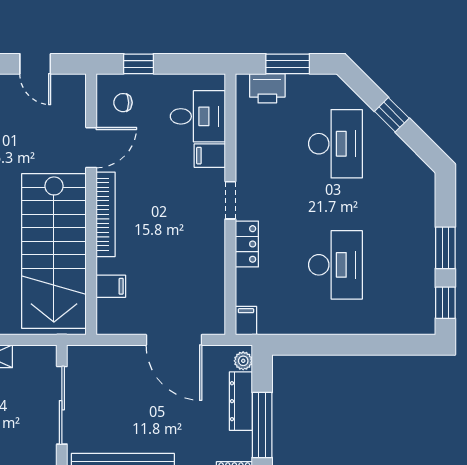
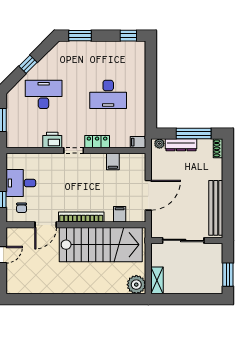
printer: (267, 88) -> (52, 140), moved, turned -90
desk: (198, 116) -> (21, 183), moved, turned -90
door: (91, 148) -> (46, 225), swing flipped
filing cabinet: (210, 156) -> (113, 161), moved
window: (445, 248) -> (80, 36), moved
desk: (335, 265) -> (108, 94), turned 180
door: (174, 340) -> (148, 195), moved

